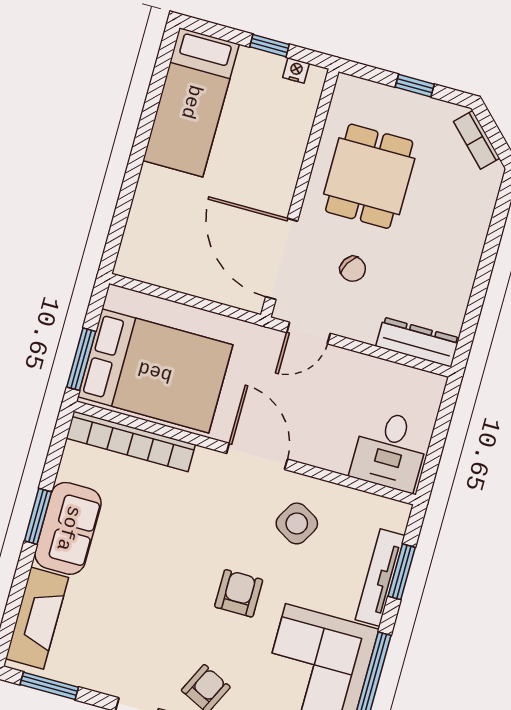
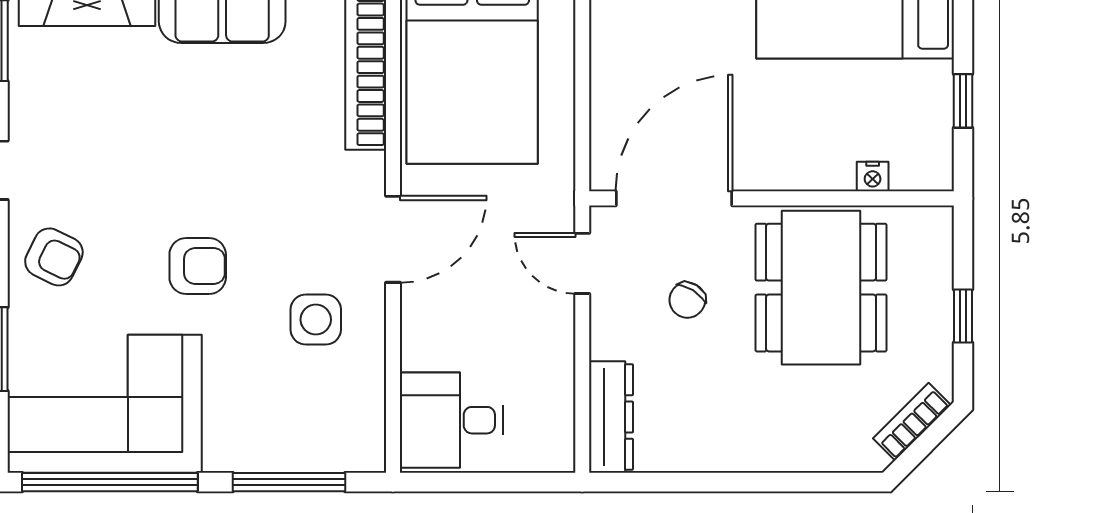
nightstand: (296, 70) -> (873, 177), moved, turned 90
dining table: (369, 176) -> (821, 288), width x1.37
side table: (297, 523) -> (316, 320), turned -30
window: (402, 572) -> (289, 482), width x1.44
tv unit: (380, 578) -> (273, 455), removed

